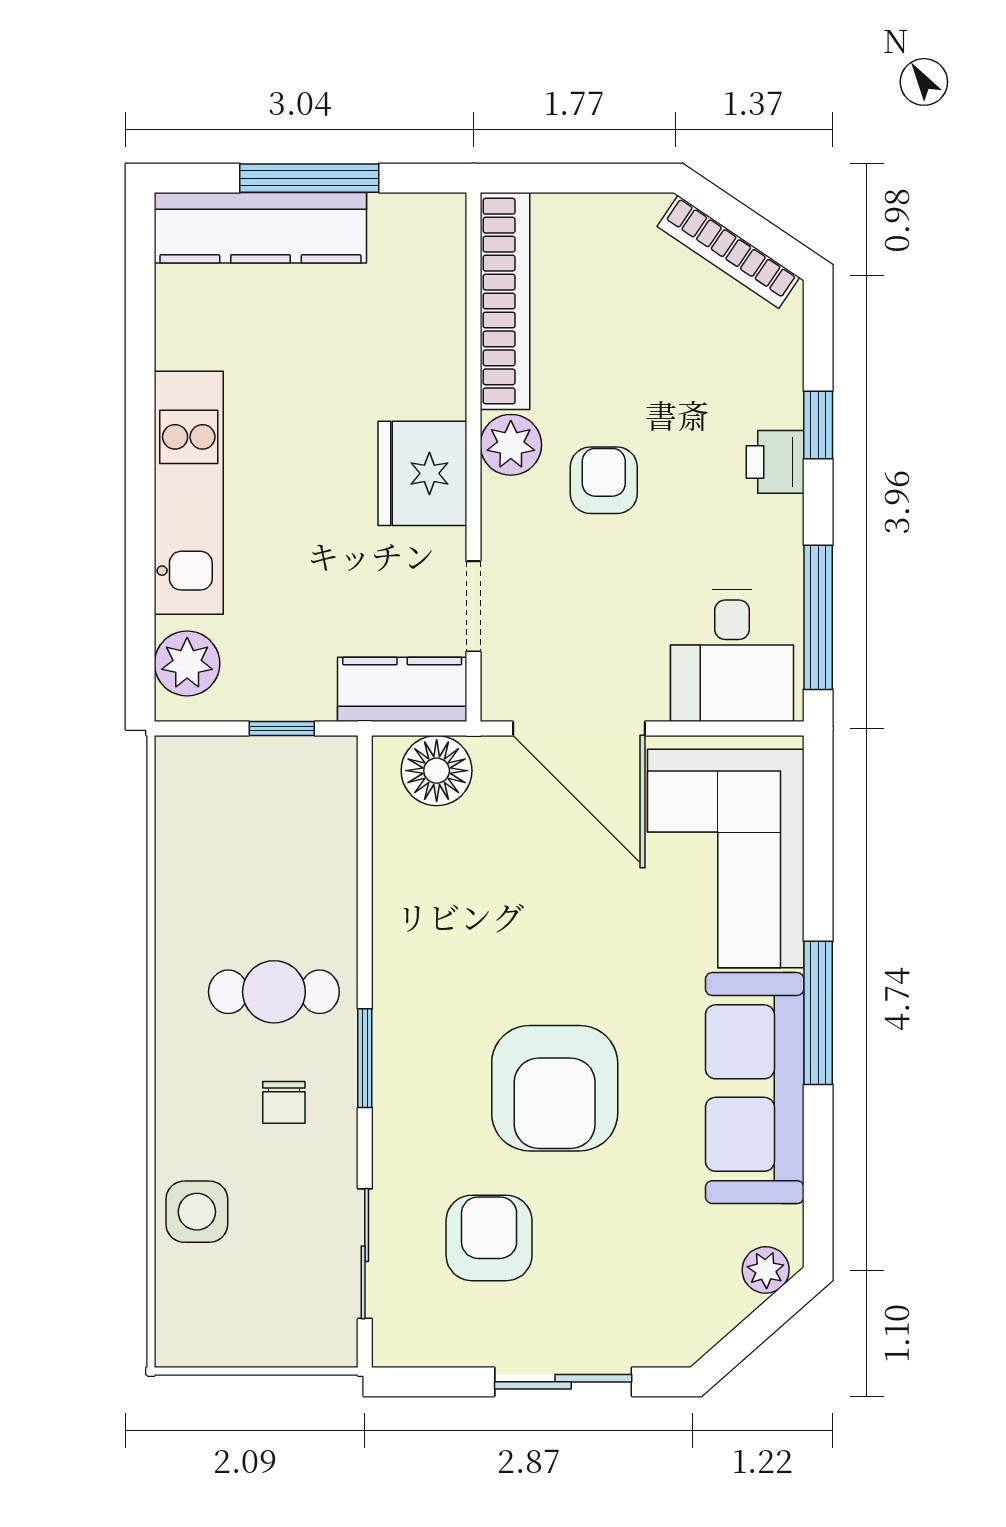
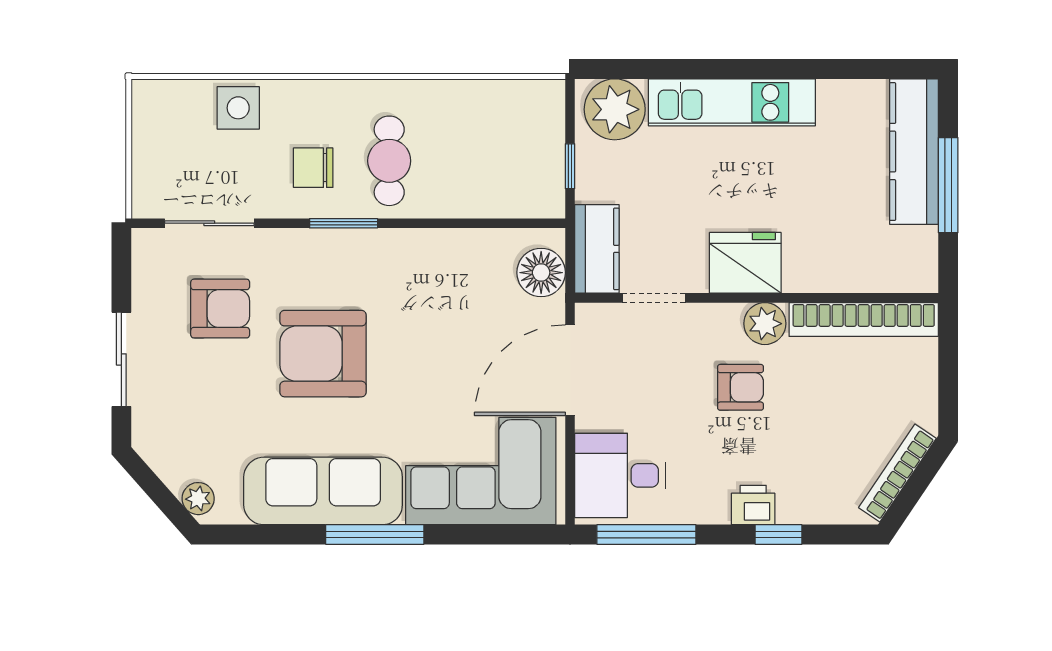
plant: (187, 663) -> (615, 109), width x1.36, depth x1.36
chair: (284, 1102) -> (313, 168), width x1.37, depth x1.37

